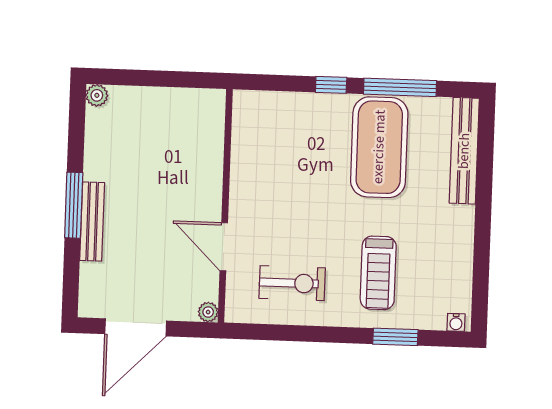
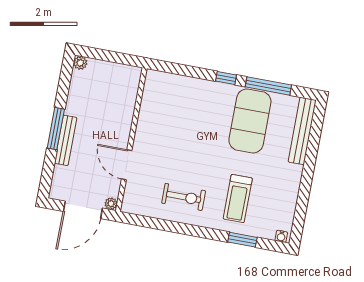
wall: (225, 206) -> (131, 140), moved
door: (224, 247) -> (127, 165), moved
plant: (208, 312) -> (111, 204), moved

